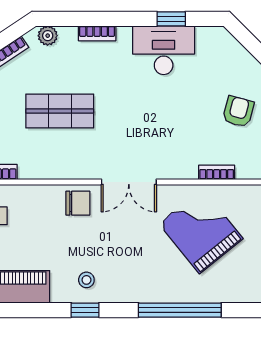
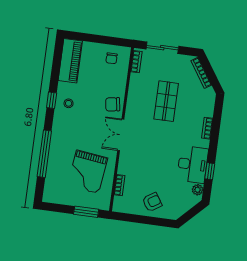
plant: (48, 36) -> (198, 190), moved
armchair: (238, 112) -> (152, 202), turned -48
chair: (78, 203) -> (113, 104), turned 81
grand piano: (201, 231) -> (87, 172), turned 136

